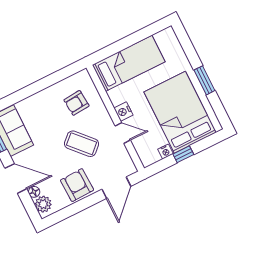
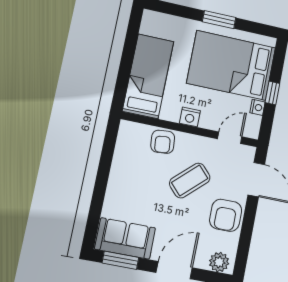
armchair: (76, 103) -> (163, 142), moved
door: (123, 133) -> (230, 138), moved
armchair: (77, 185) -> (226, 215), turned -88
floor lamp: (34, 192) -> (201, 262), removed

